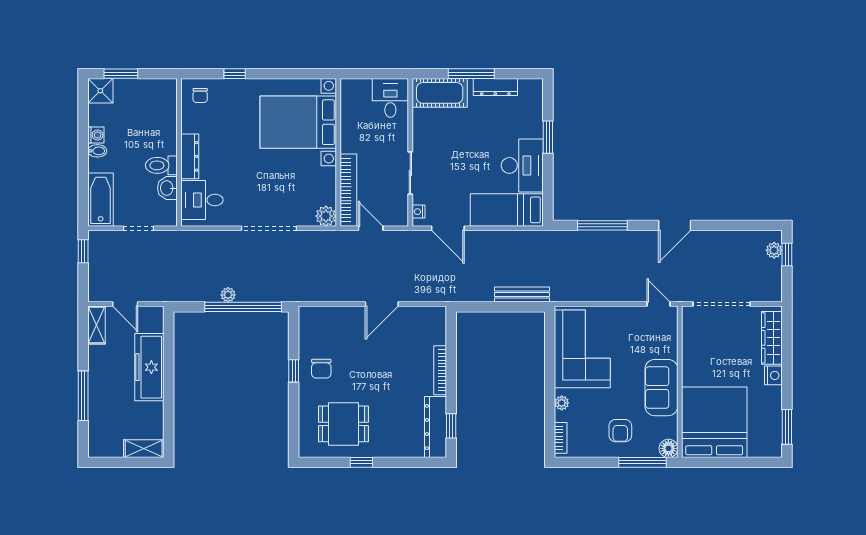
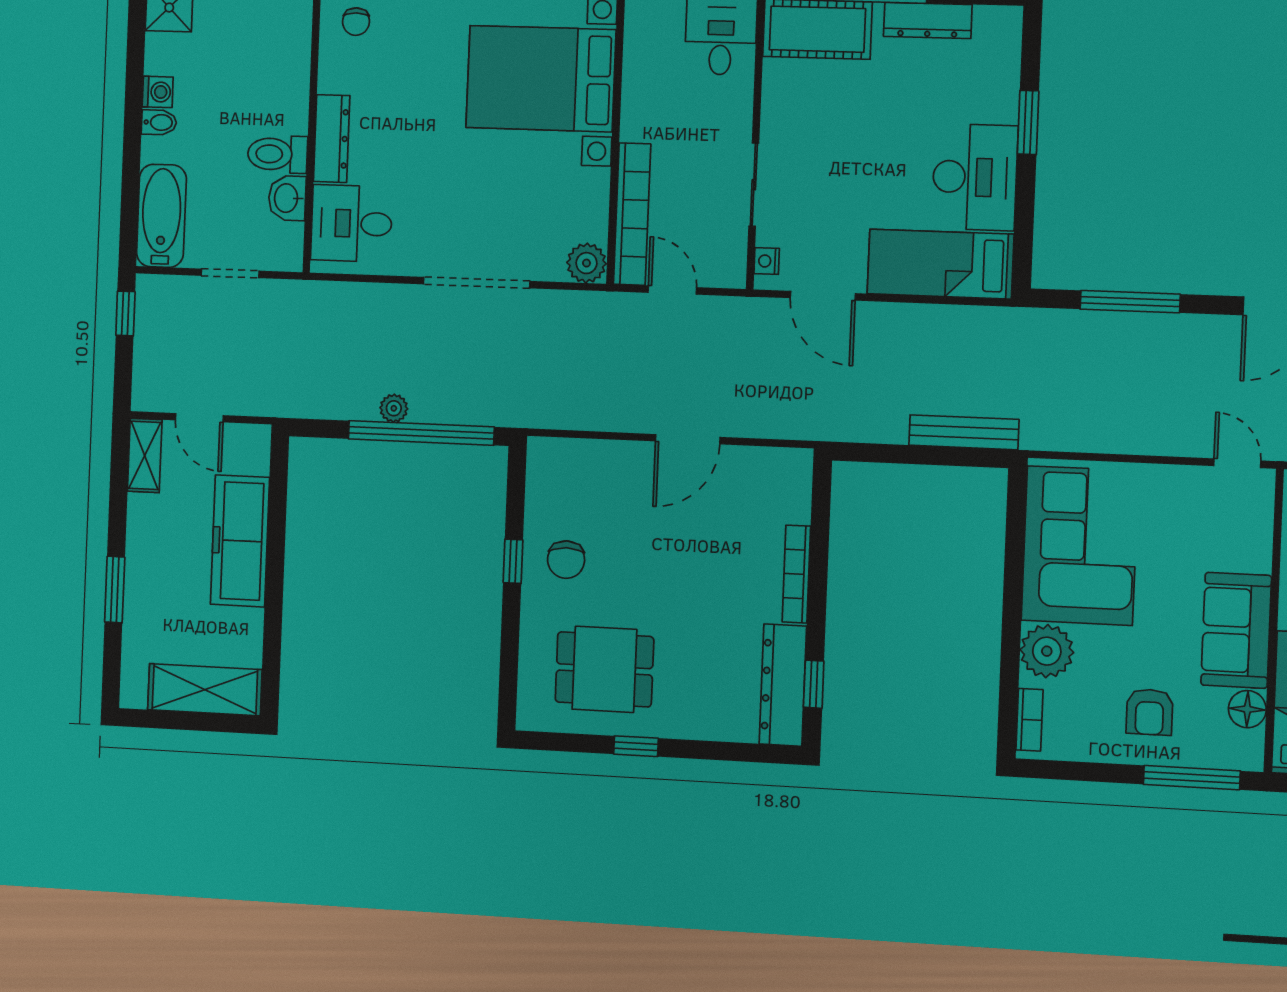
window: (83, 396) -> (115, 590), width x0.69
plant: (562, 403) -> (1047, 651), width x1.87, depth x1.87
floor lamp: (668, 448) -> (1247, 709), moved
shelving: (144, 449) -> (205, 690), width x1.50, depth x1.33

